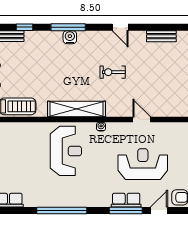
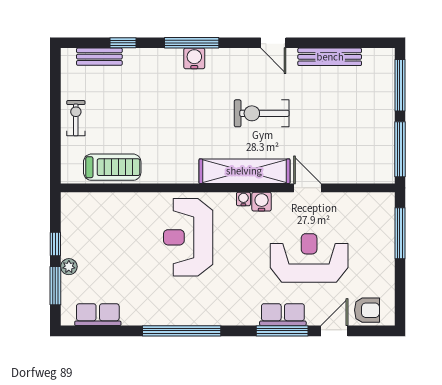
bench: (161, 36) -> (330, 57), width x1.36
exercise bike: (113, 72) -> (262, 113), width x1.38, depth x1.39
shelving: (76, 109) -> (244, 171), moved
water cooler: (113, 128) -> (262, 202), added
reception desk: (66, 151) -> (188, 237), turned 180

